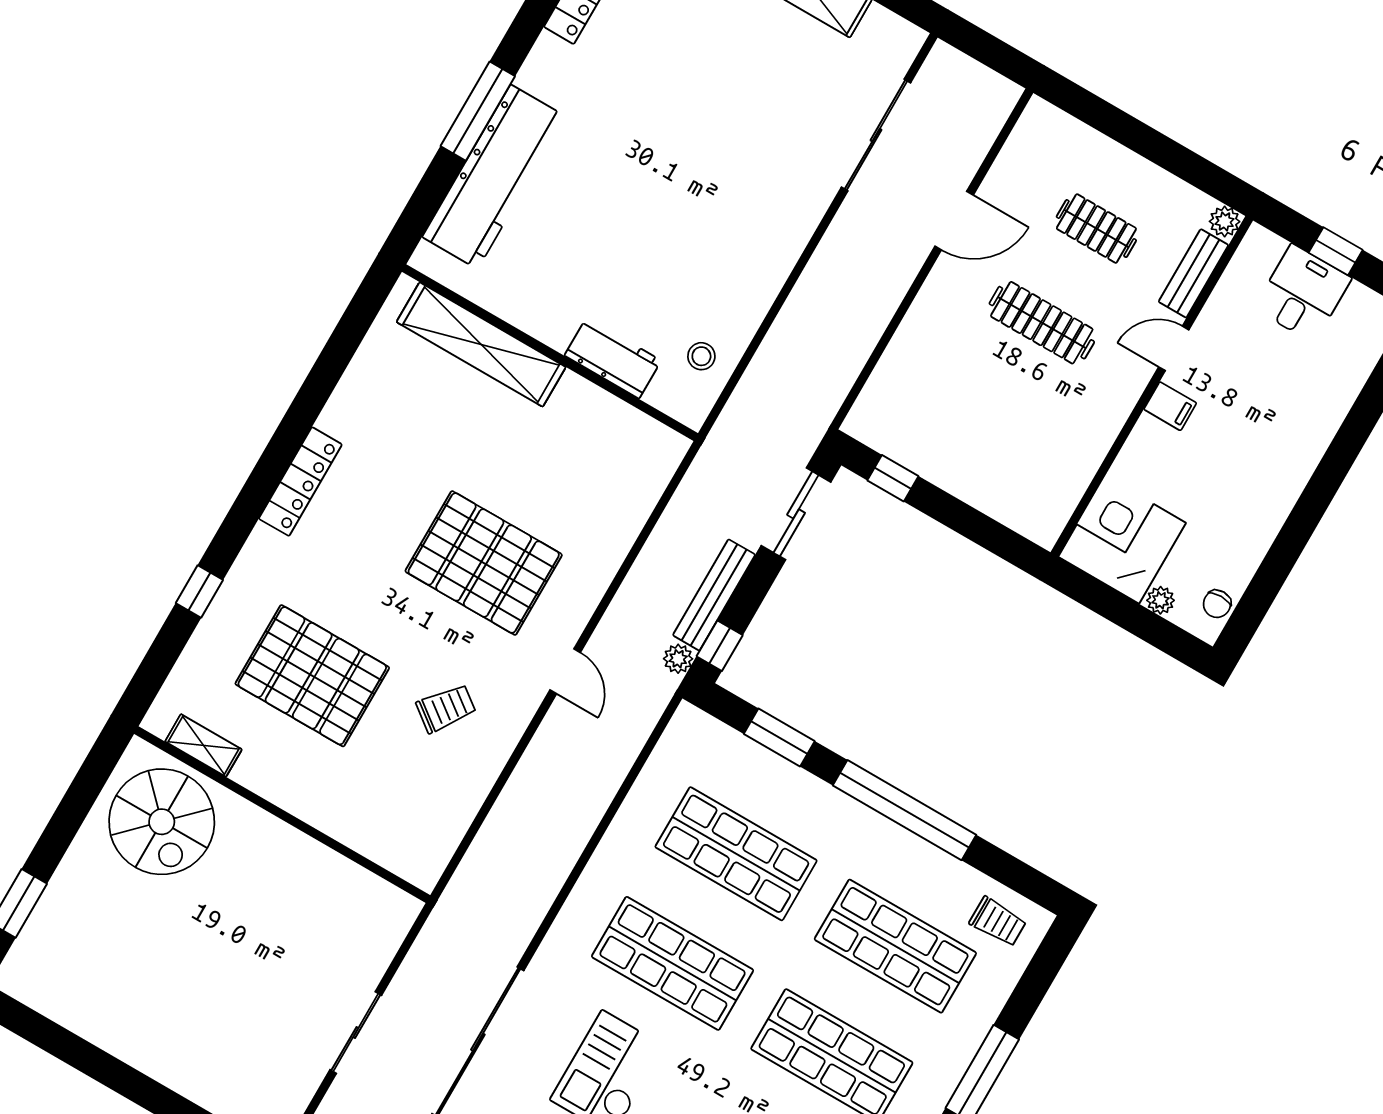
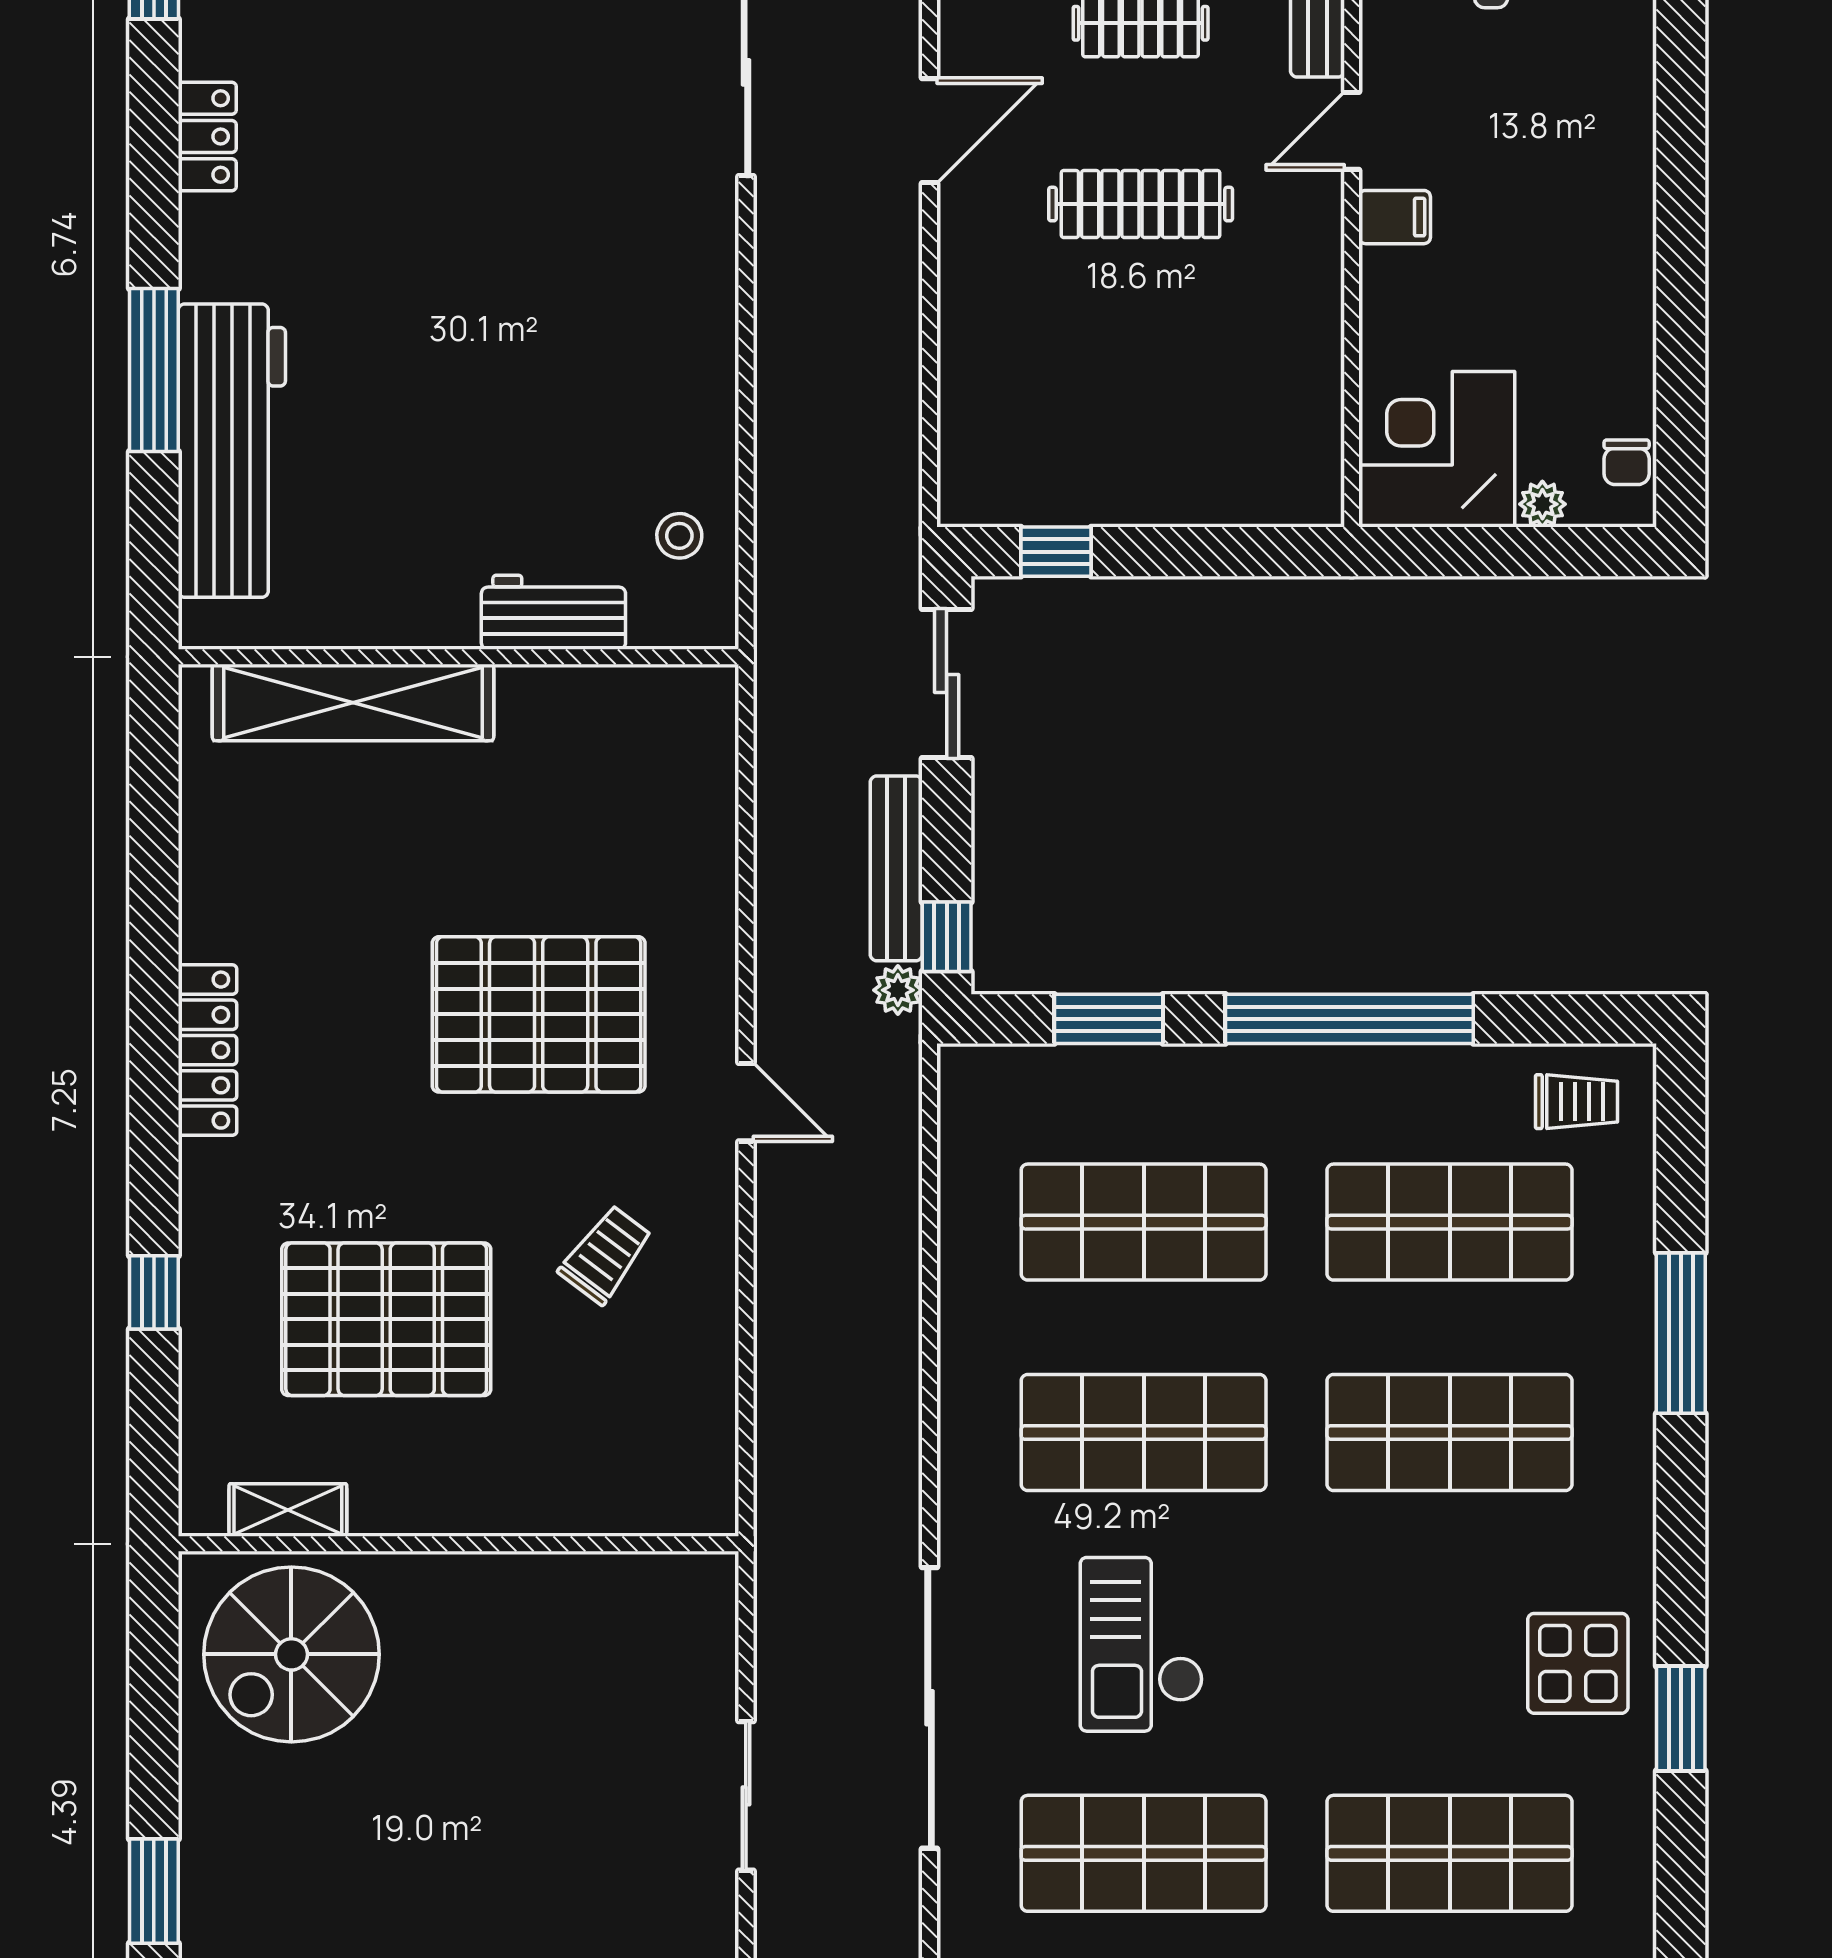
spiral stairs: (162, 822) -> (291, 1654), turned 90

